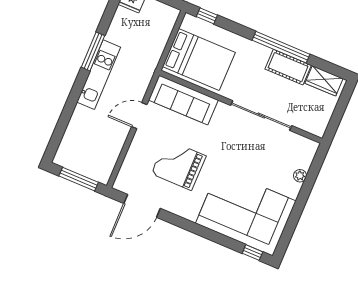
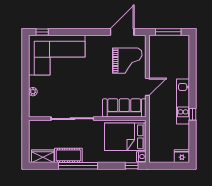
nightstand: (188, 23) -> (141, 157), added
window: (93, 51) -> (193, 114), width x0.46
grand piano: (179, 165) -> (127, 61), moved

